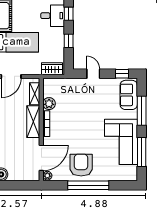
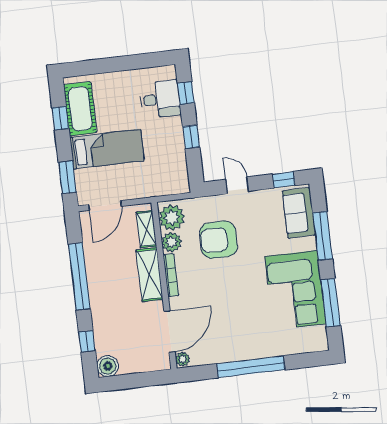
wardrobe: (52, 69) -> (170, 185), removed
plant: (51, 89) -> (172, 218), added
armchair: (81, 165) -> (218, 240), moved, turned -90

